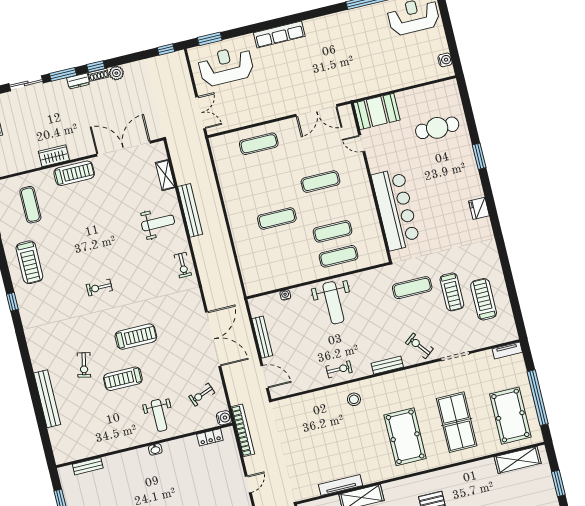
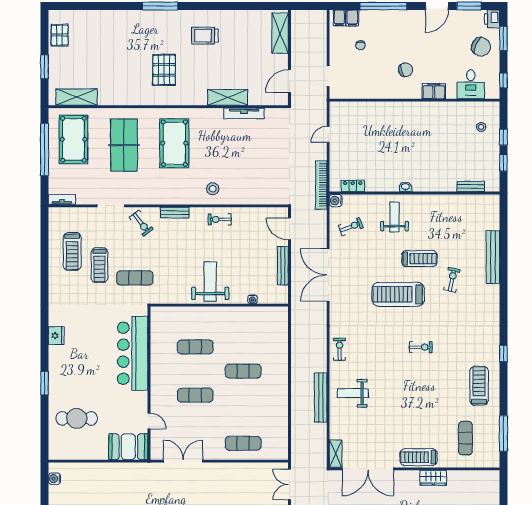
shelving: (165, 175) -> (336, 454), moved
exercise mat: (339, 256) -> (195, 323), removed
treadmill: (452, 292) -> (99, 265), turned 180
treadmill: (136, 337) -> (398, 294), width x1.37, depth x1.38

